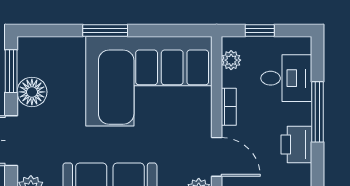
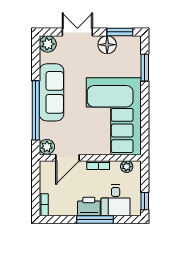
window: (105, 31) -> (145, 68), moved
window: (260, 31) -> (145, 201), moved
printer: (296, 144) -> (89, 207), moved

